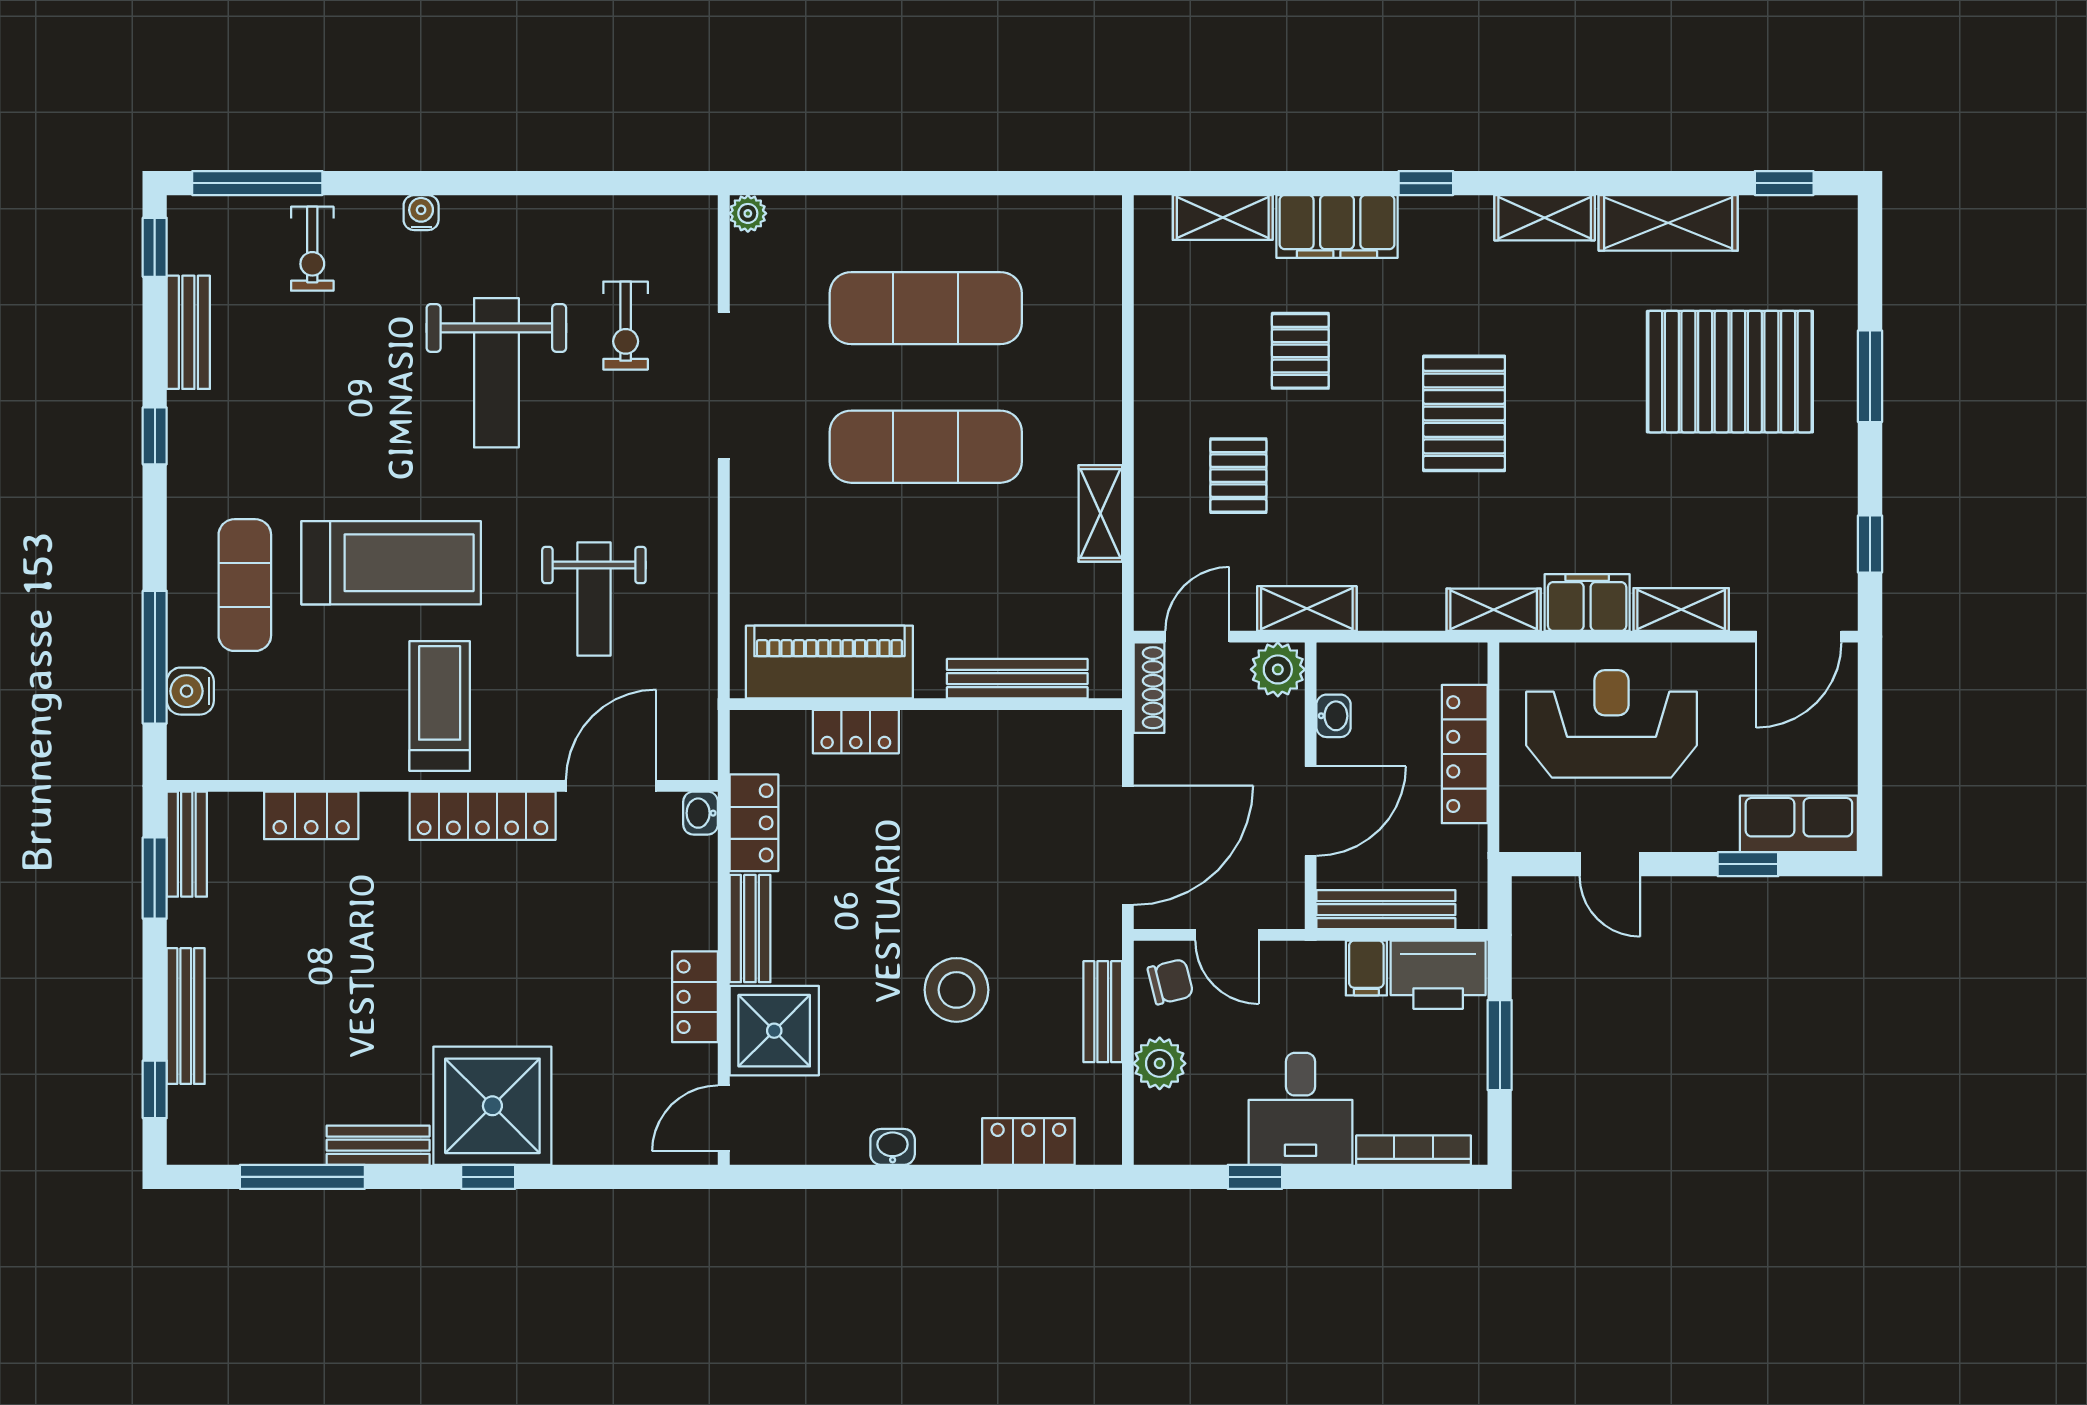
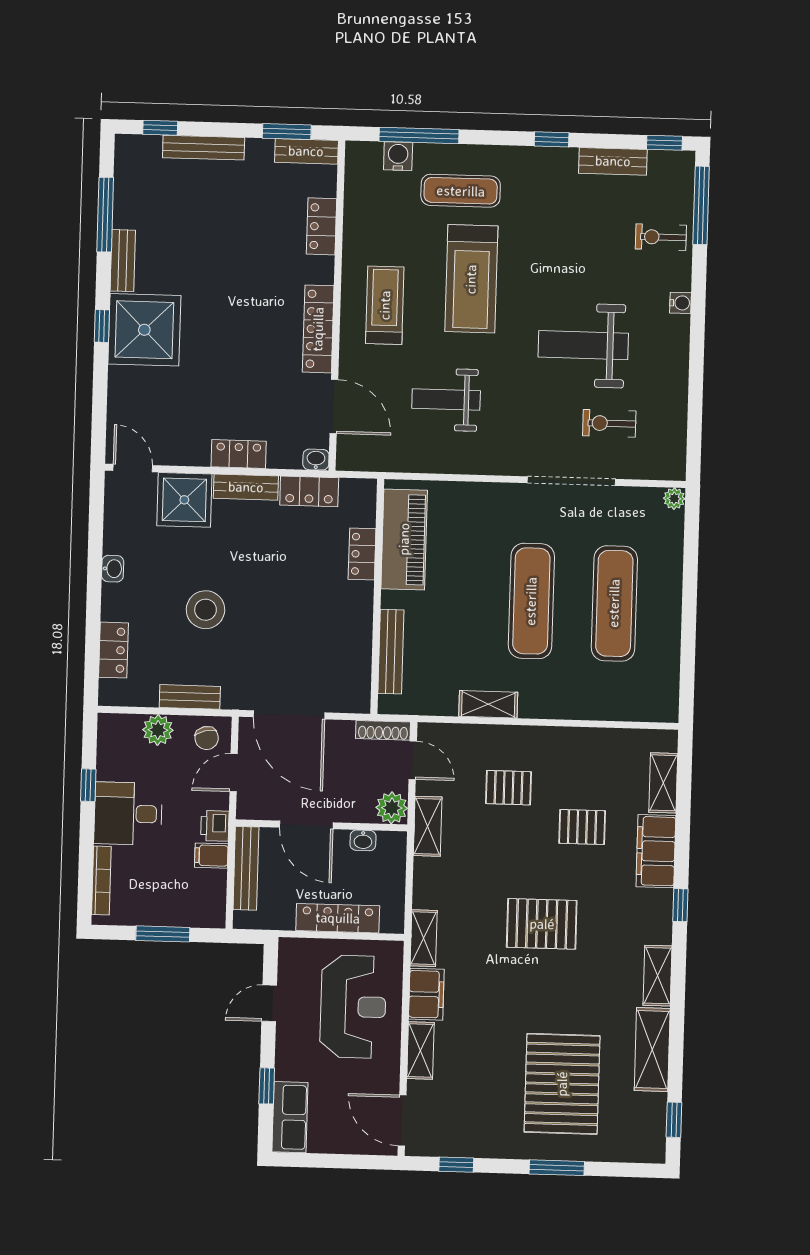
treadmill: (440, 706) -> (385, 305), turned -90
printer: (1438, 975) -> (215, 826), moved, width x0.53, depth x0.68
locker: (695, 997) -> (239, 454), moved

